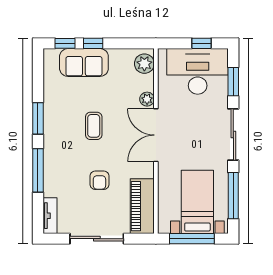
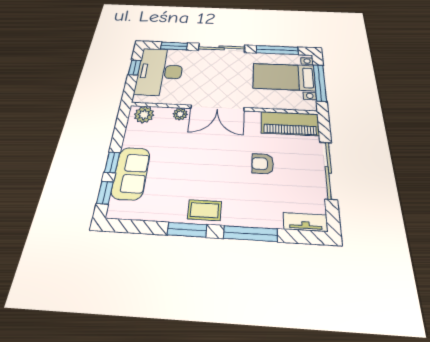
coffee table: (94, 126) -> (205, 210), moved
armchair: (99, 180) -> (263, 164), turned 180

